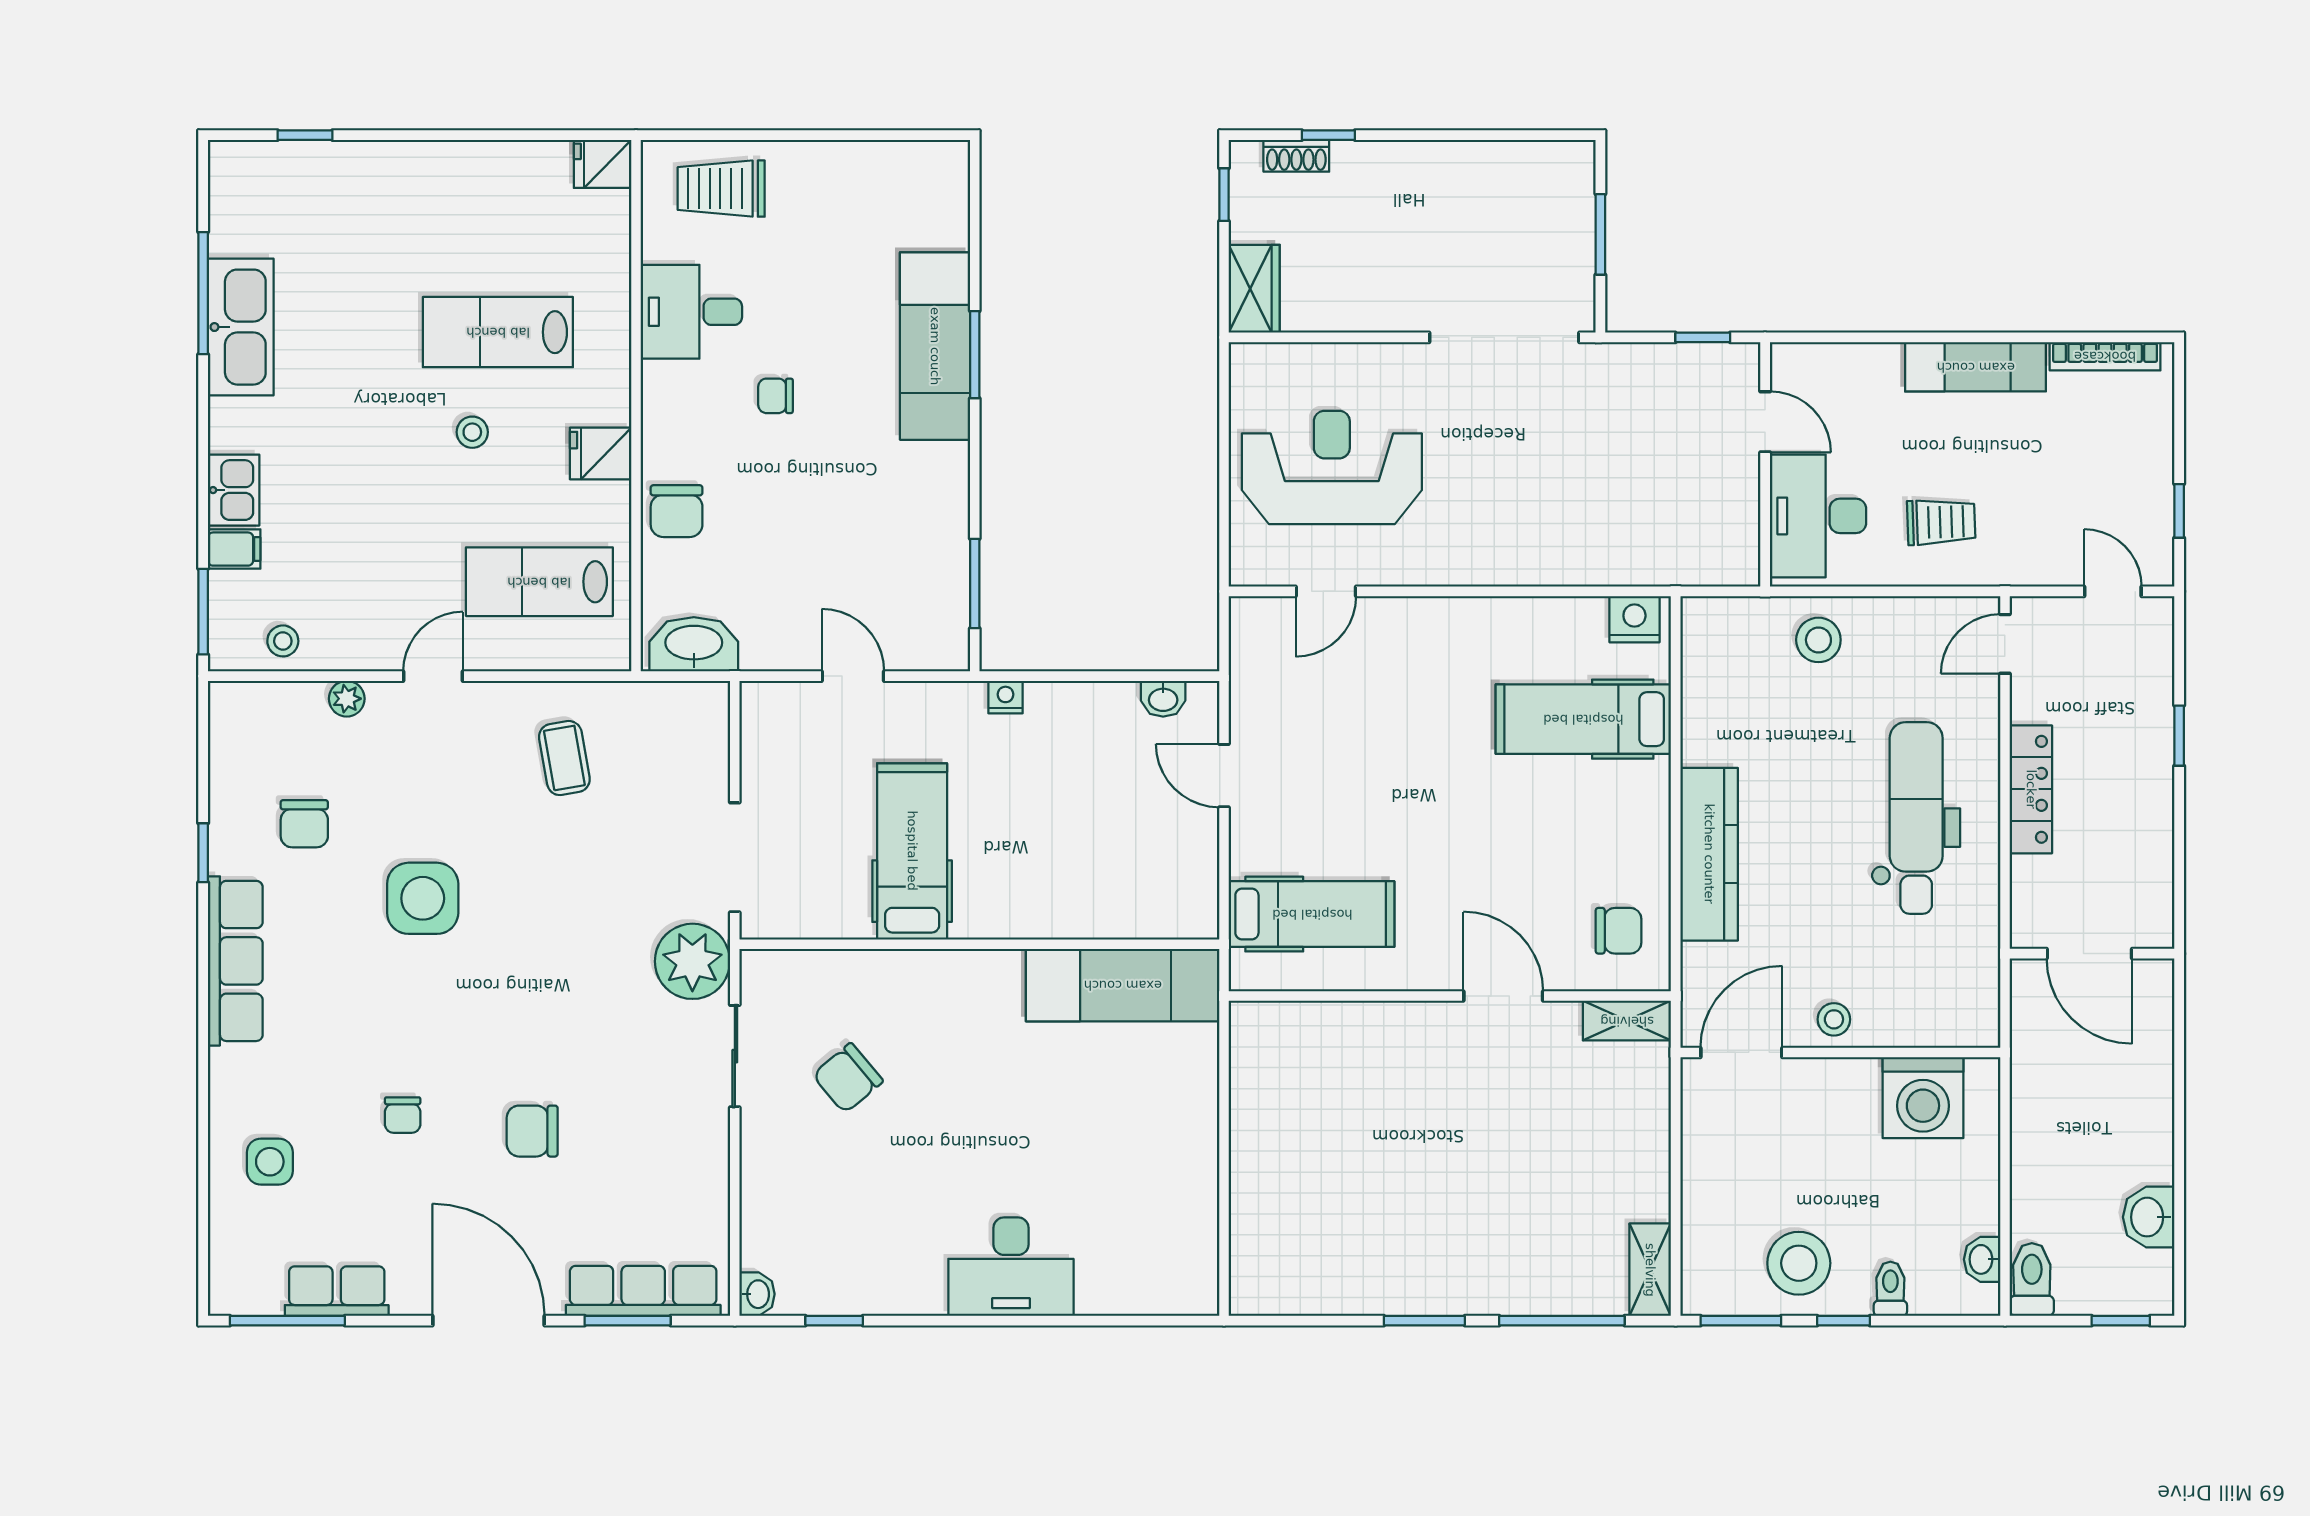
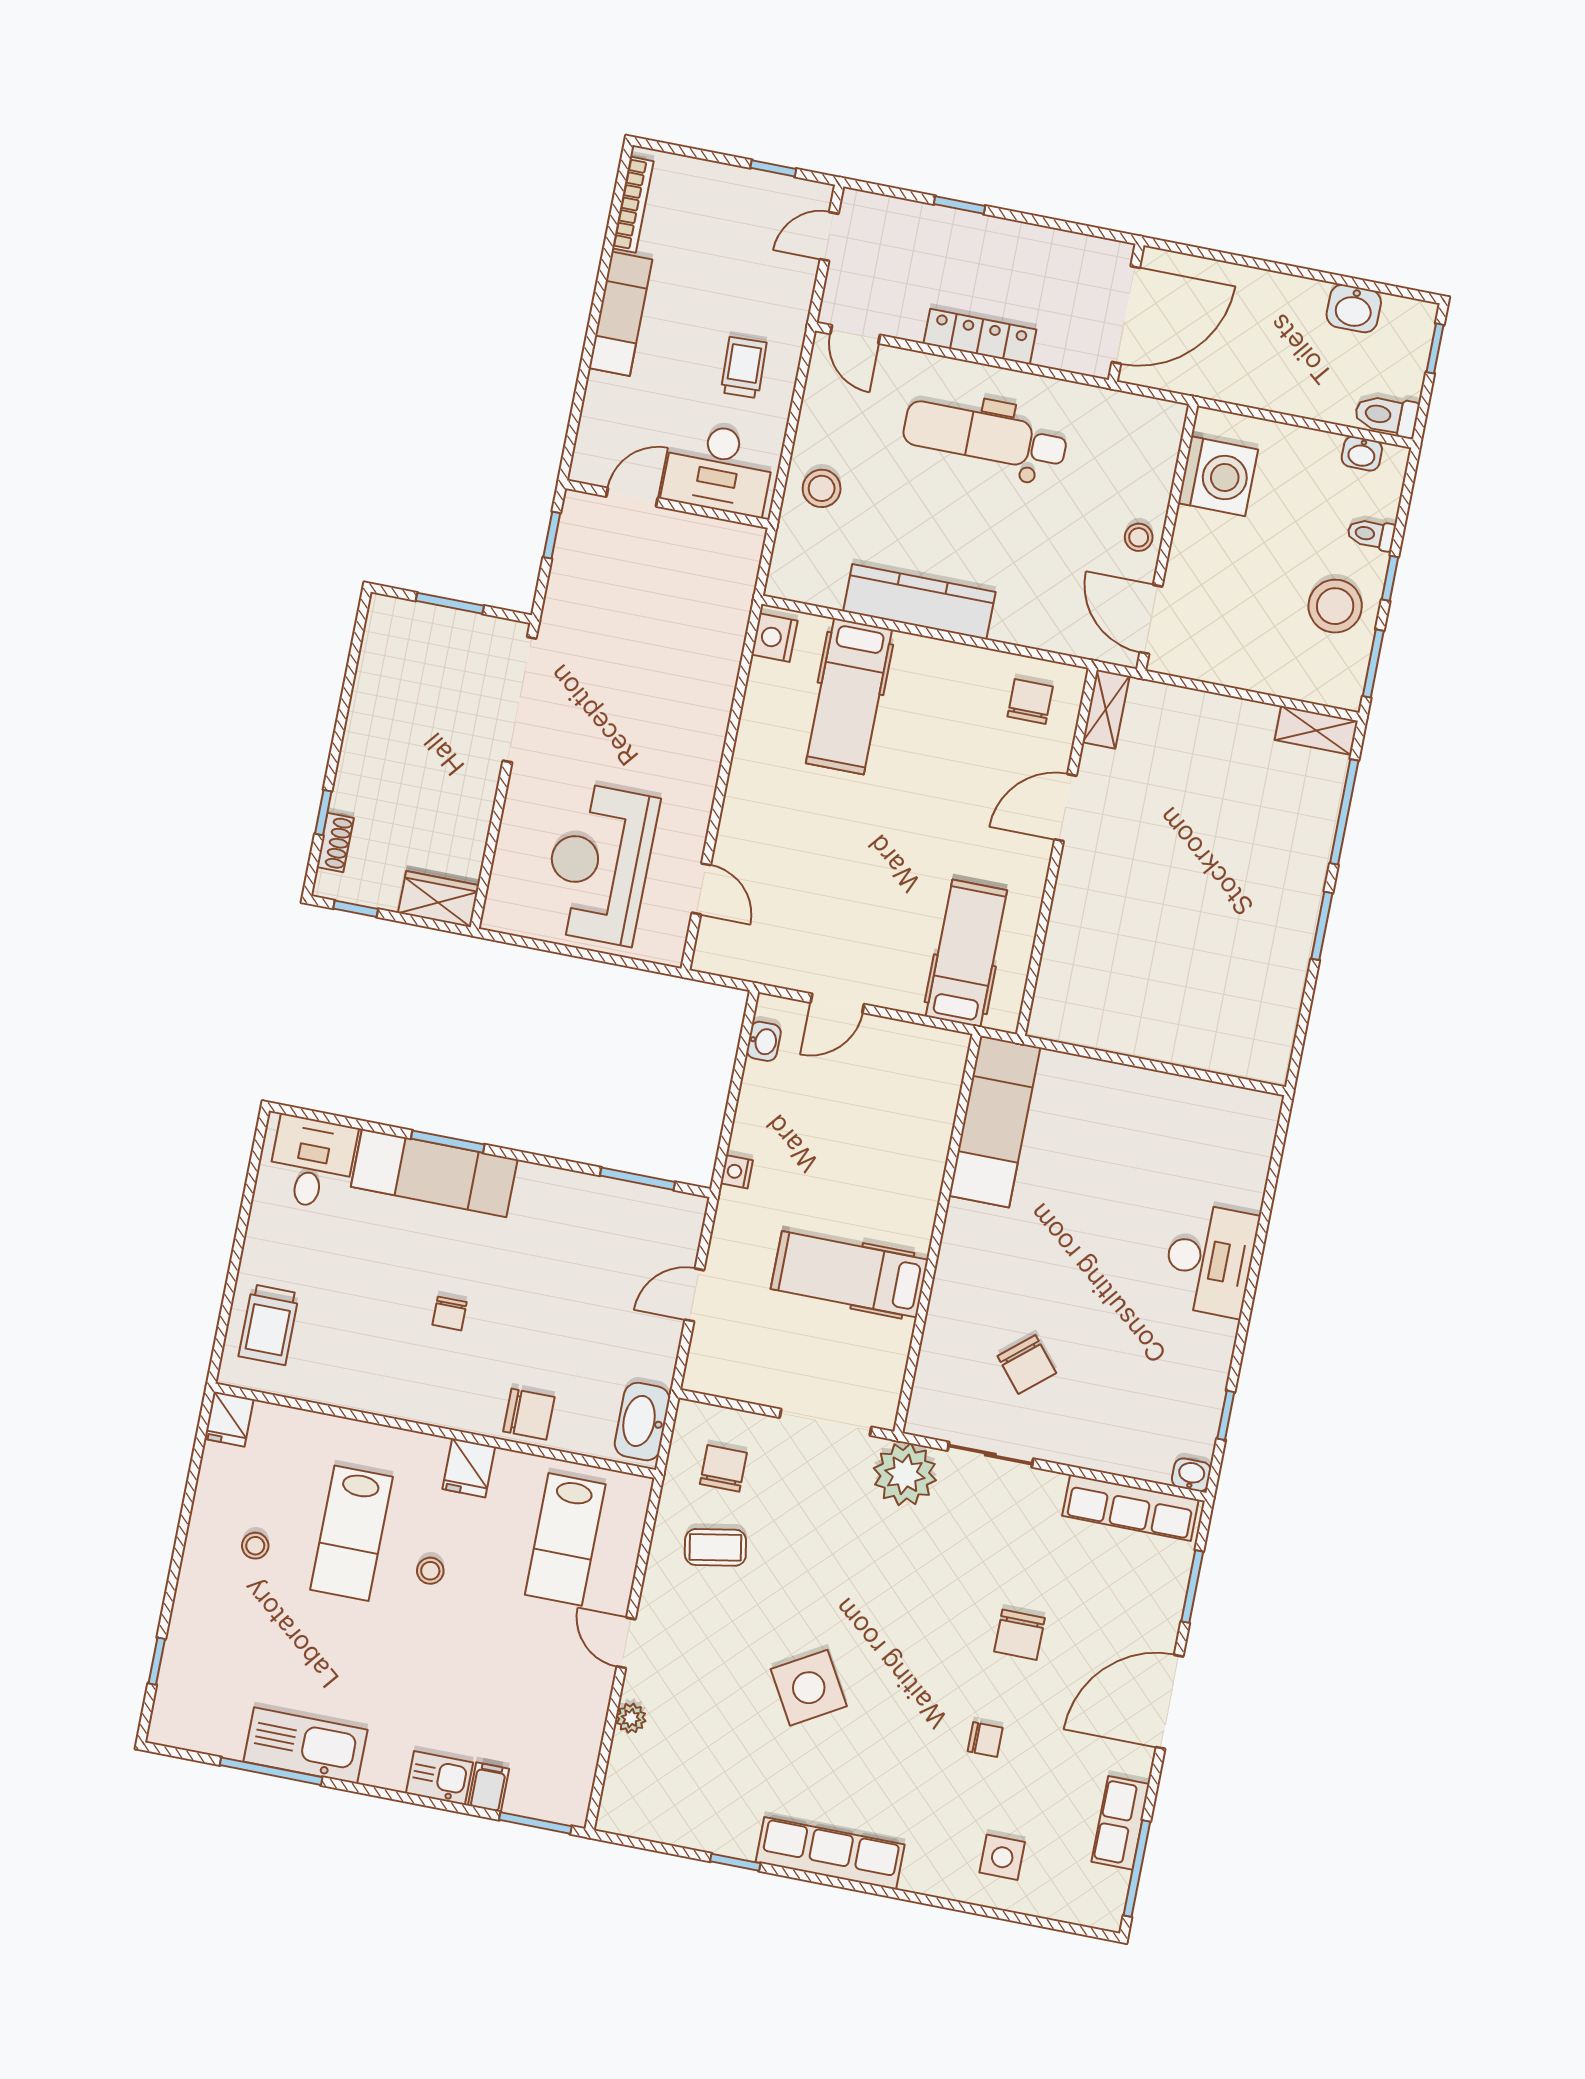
desk: (691, 312) -> (312, 1163), moved, turned 180
stool: (283, 641) -> (255, 1546), moved
chair: (304, 824) -> (723, 1468), moved, turned -90
kitchen counter: (1709, 854) -> (919, 602), moved
side table: (423, 898) -> (809, 1688), turned -30
door: (2089, 954) -> (1126, 315), width x1.36
row of seats: (643, 1291) -> (1130, 1508), moved, turned -90

